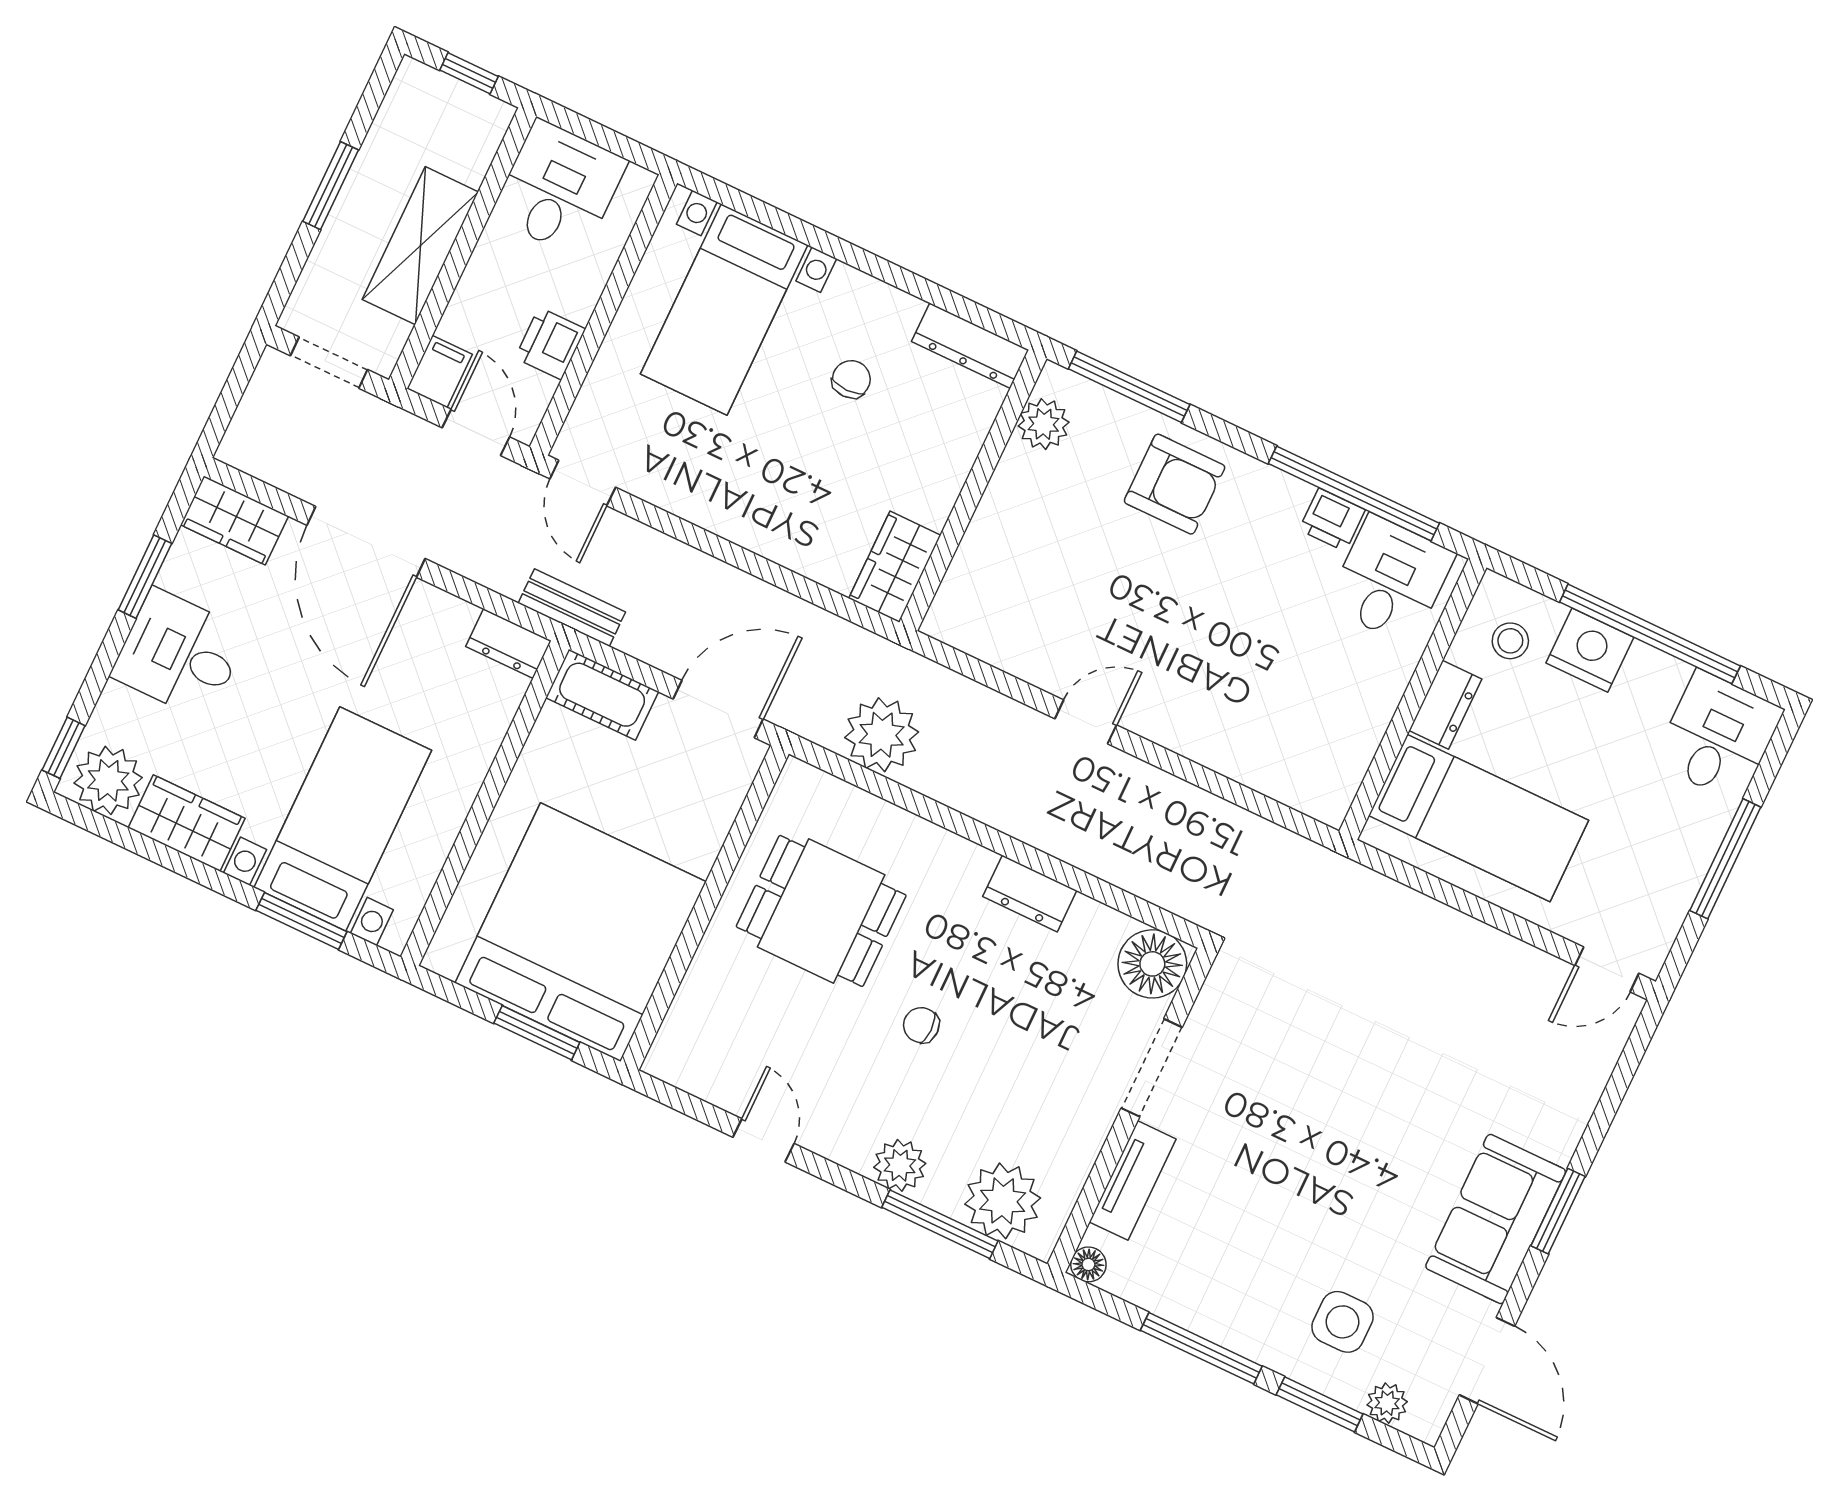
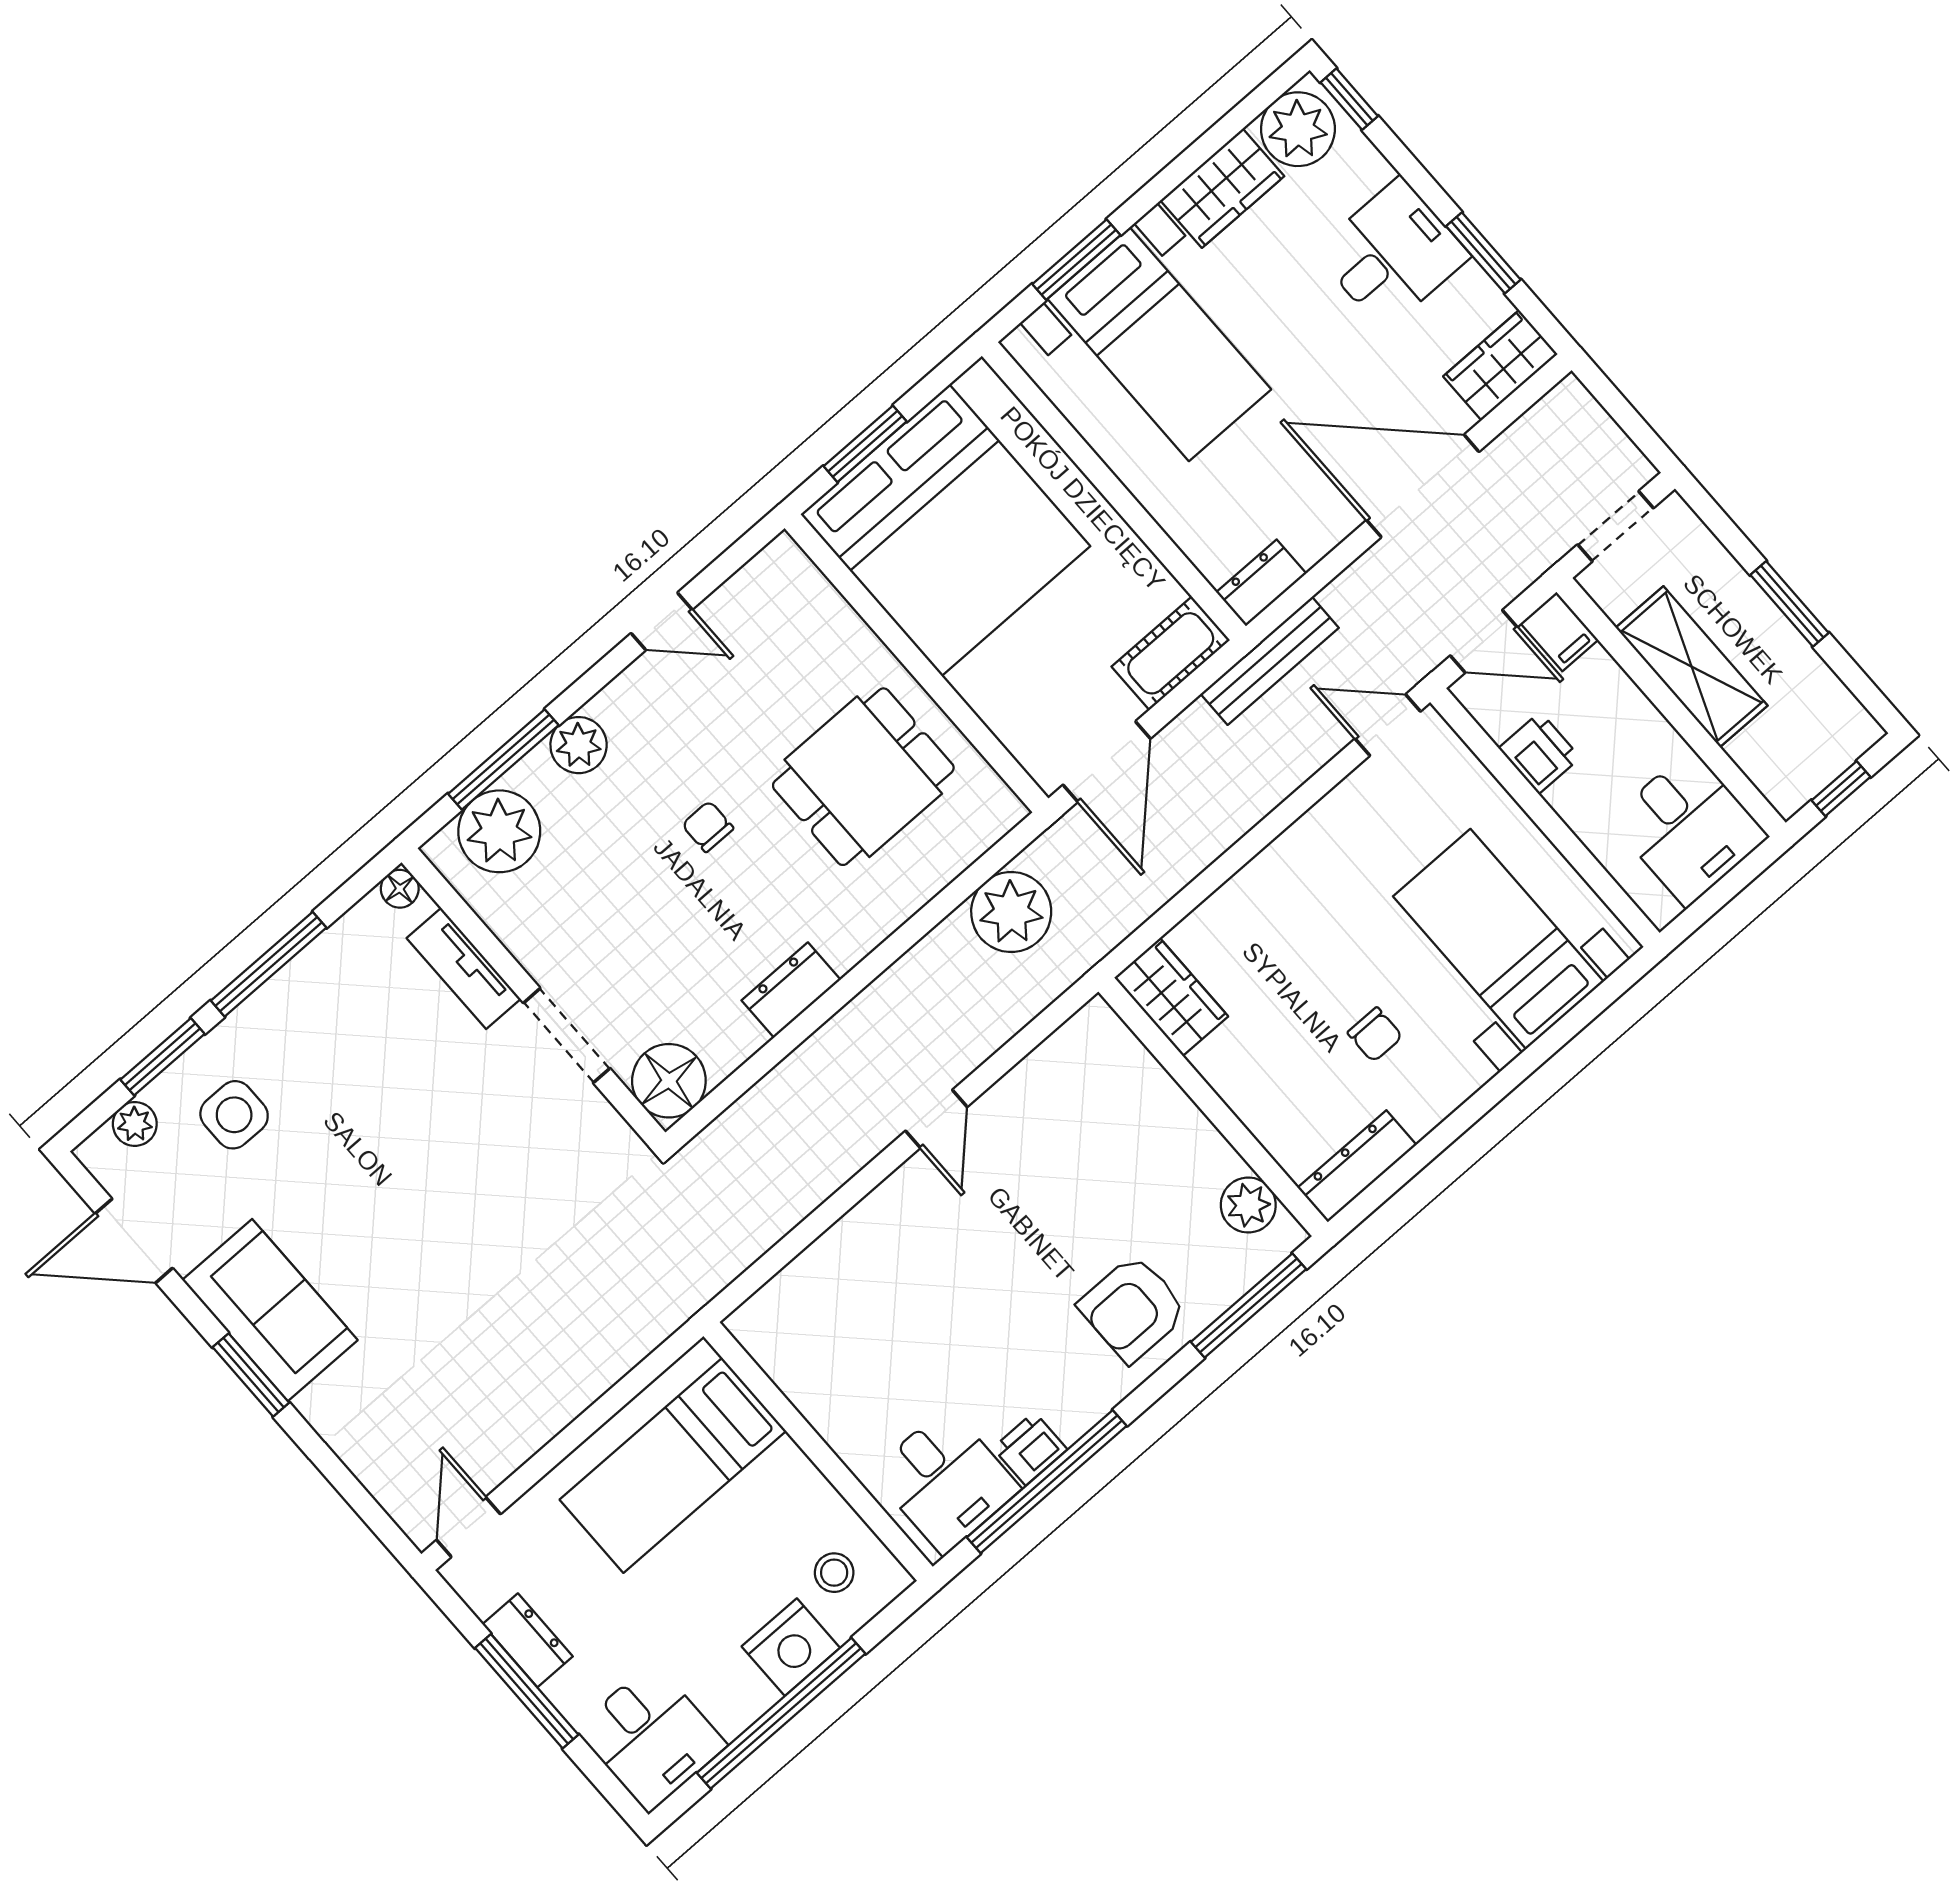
bench: (572, 608) -> (1270, 661), width x1.36
dresser: (1445, 705) -> (528, 1640), moved, turned 180
chair: (921, 1025) -> (708, 827), turned -90

